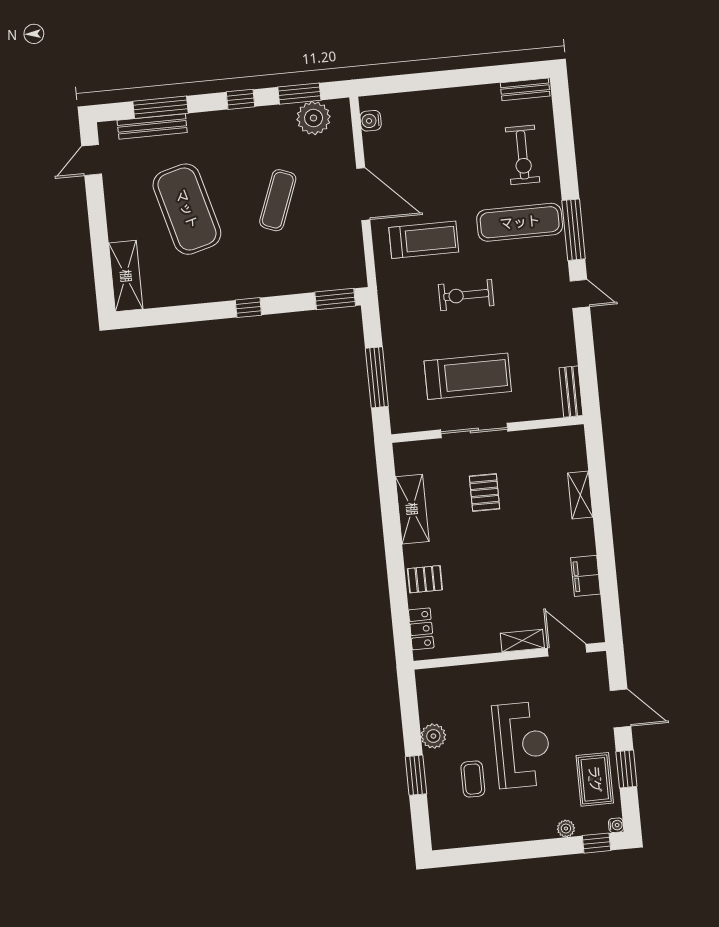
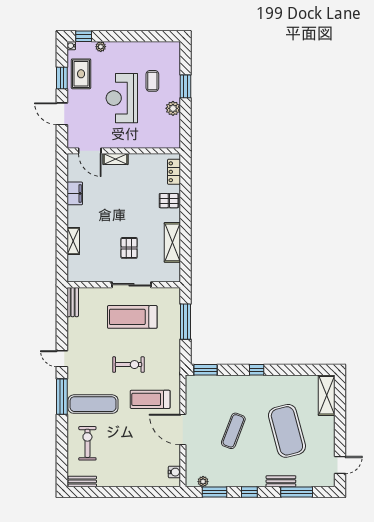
plant: (314, 118) -> (203, 482), width x0.53, depth x0.53
bench: (152, 126) -> (281, 481), moved, width x0.73

